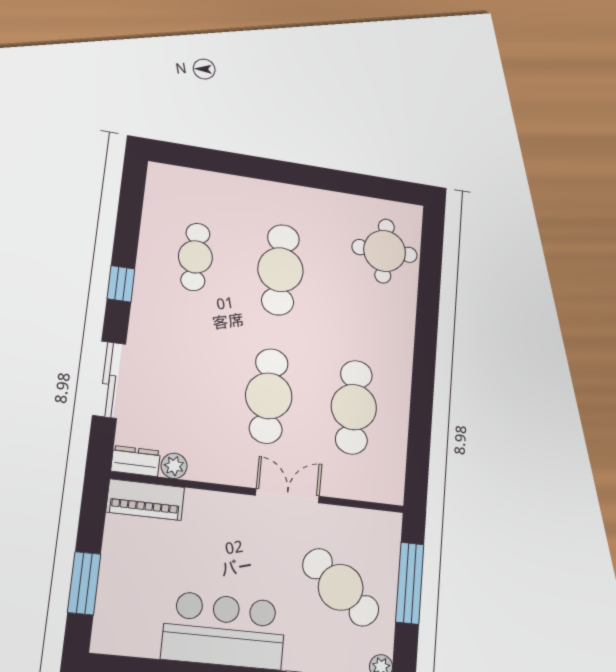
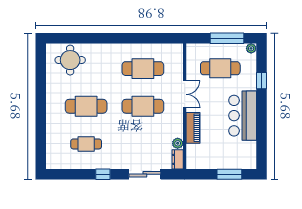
double door: (287, 496) -> (185, 94), swing flipped
piano: (145, 500) -> (193, 128), moved
window: (410, 583) -> (227, 38), moved
cafe table: (341, 587) -> (220, 68), turned 51

